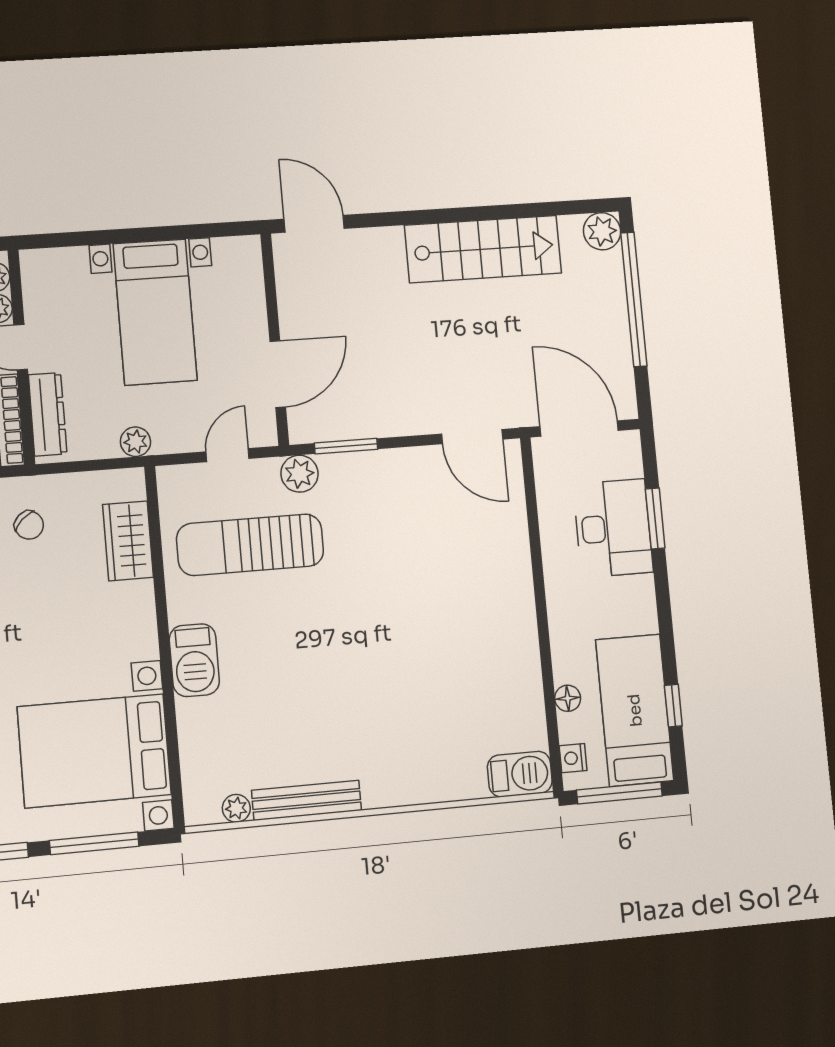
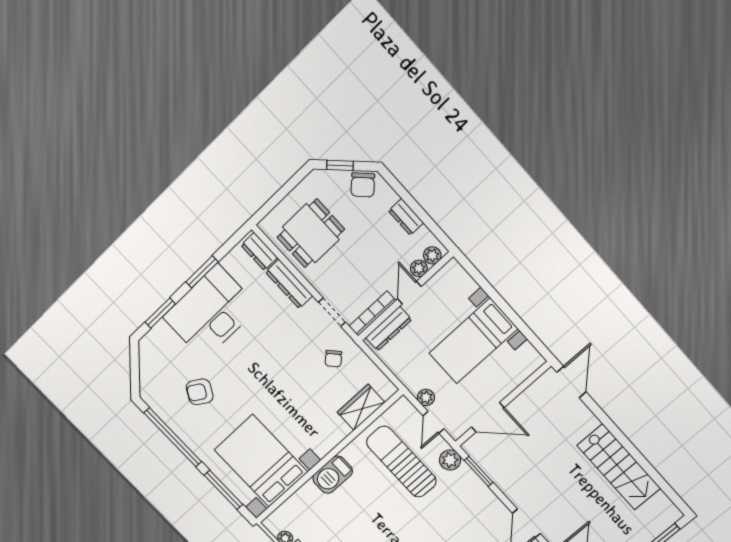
plant: (602, 231) -> (669, 514), removed
plant: (135, 442) -> (426, 397), moved
door: (228, 455) -> (433, 422), swing flipped

